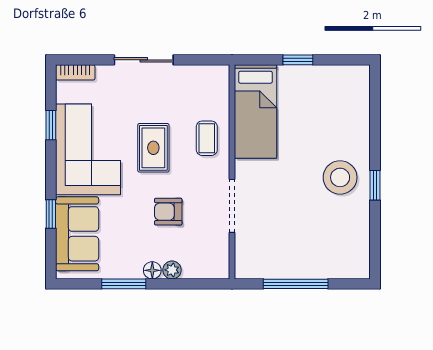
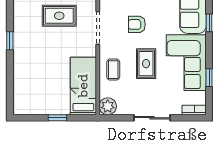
plant: (216, 78) -> (108, 106), added
stool: (340, 177) -> (31, 45), removed
armchair: (168, 212) -> (137, 24), turned 180
rug: (295, 226) -> (59, 16), added

